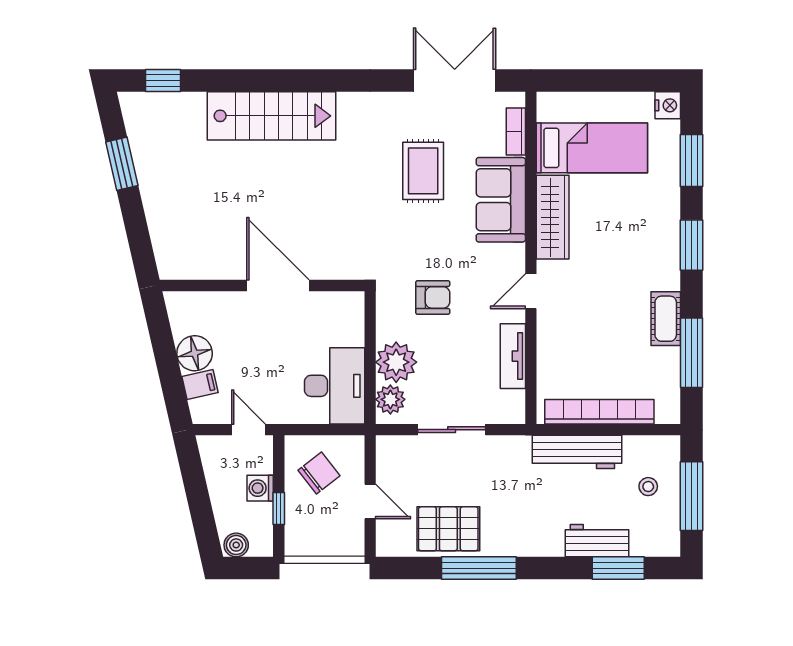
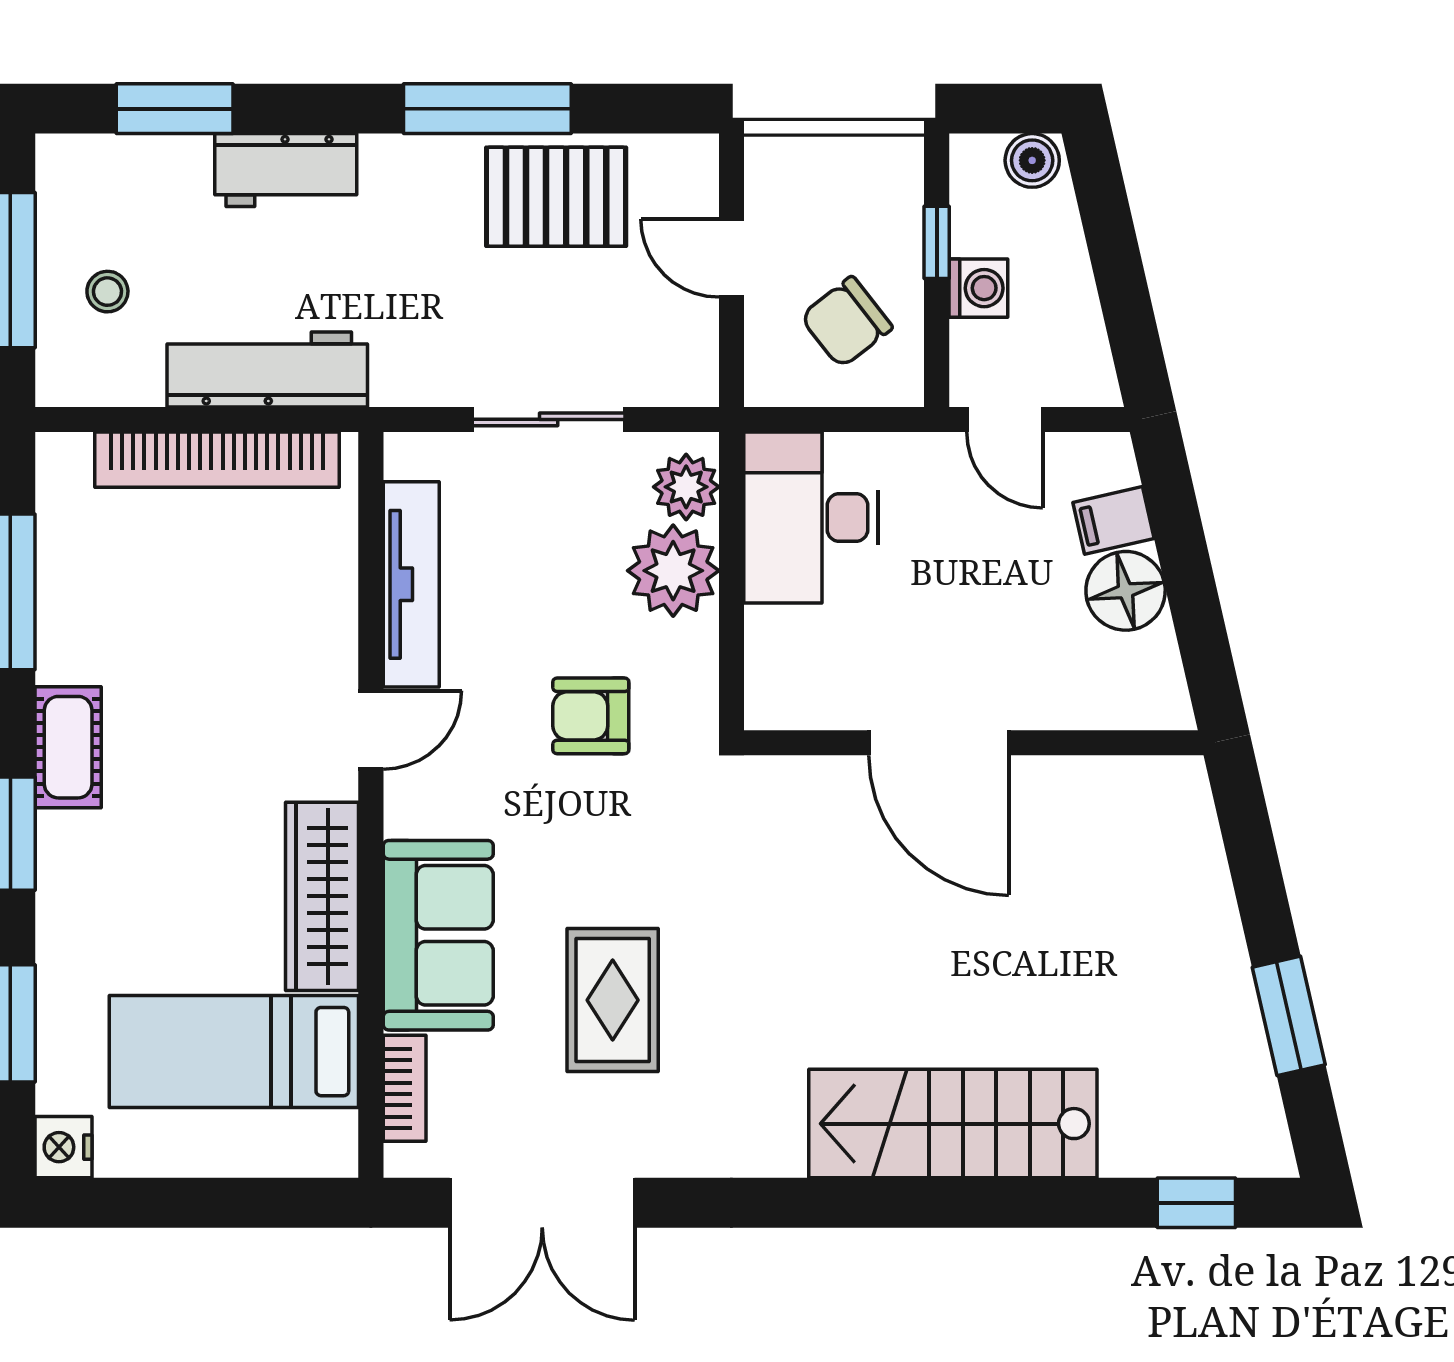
cot: (666, 319) -> (68, 747), moved
tv unit: (513, 356) -> (411, 584), width x1.41
workbench: (597, 541) -> (286, 170), moved

